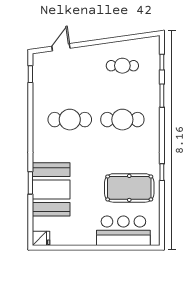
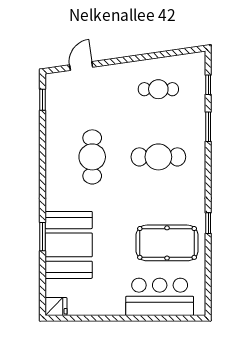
cafe table: (70, 120) -> (92, 157), turned 90

